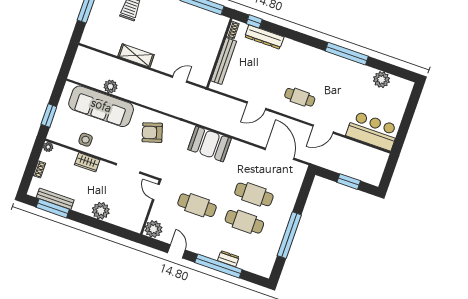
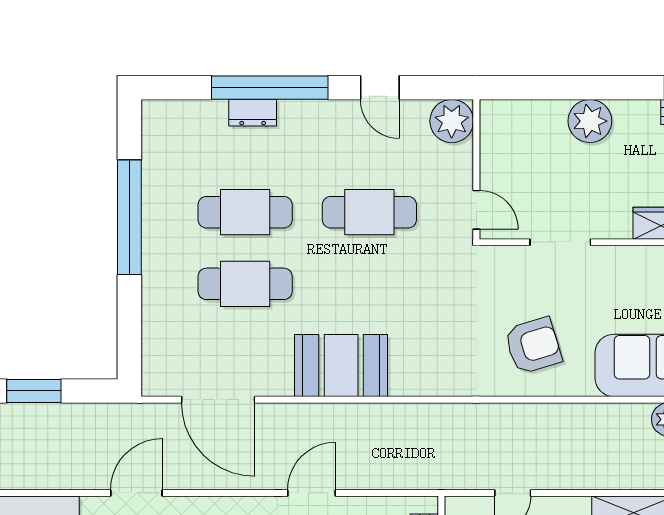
booth: (210, 144) -> (341, 366), moved

